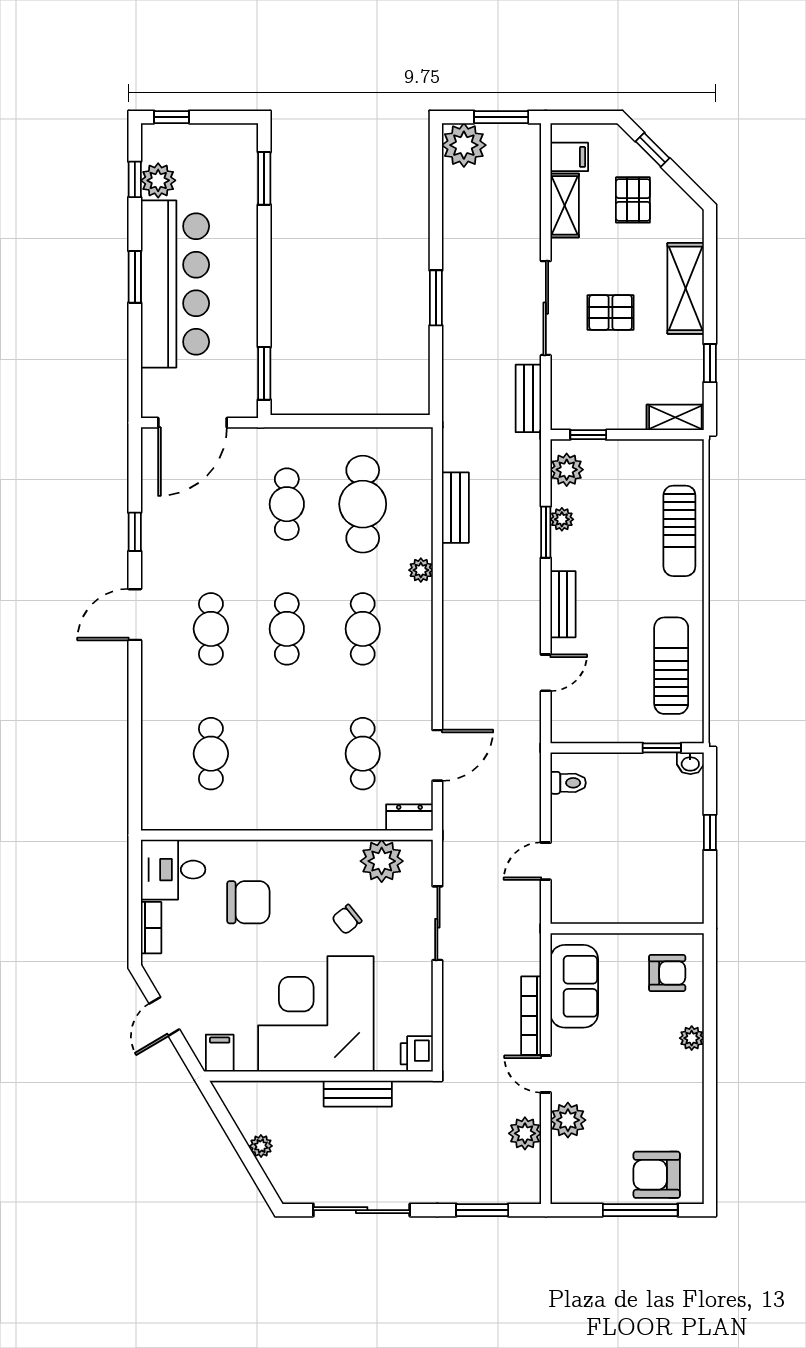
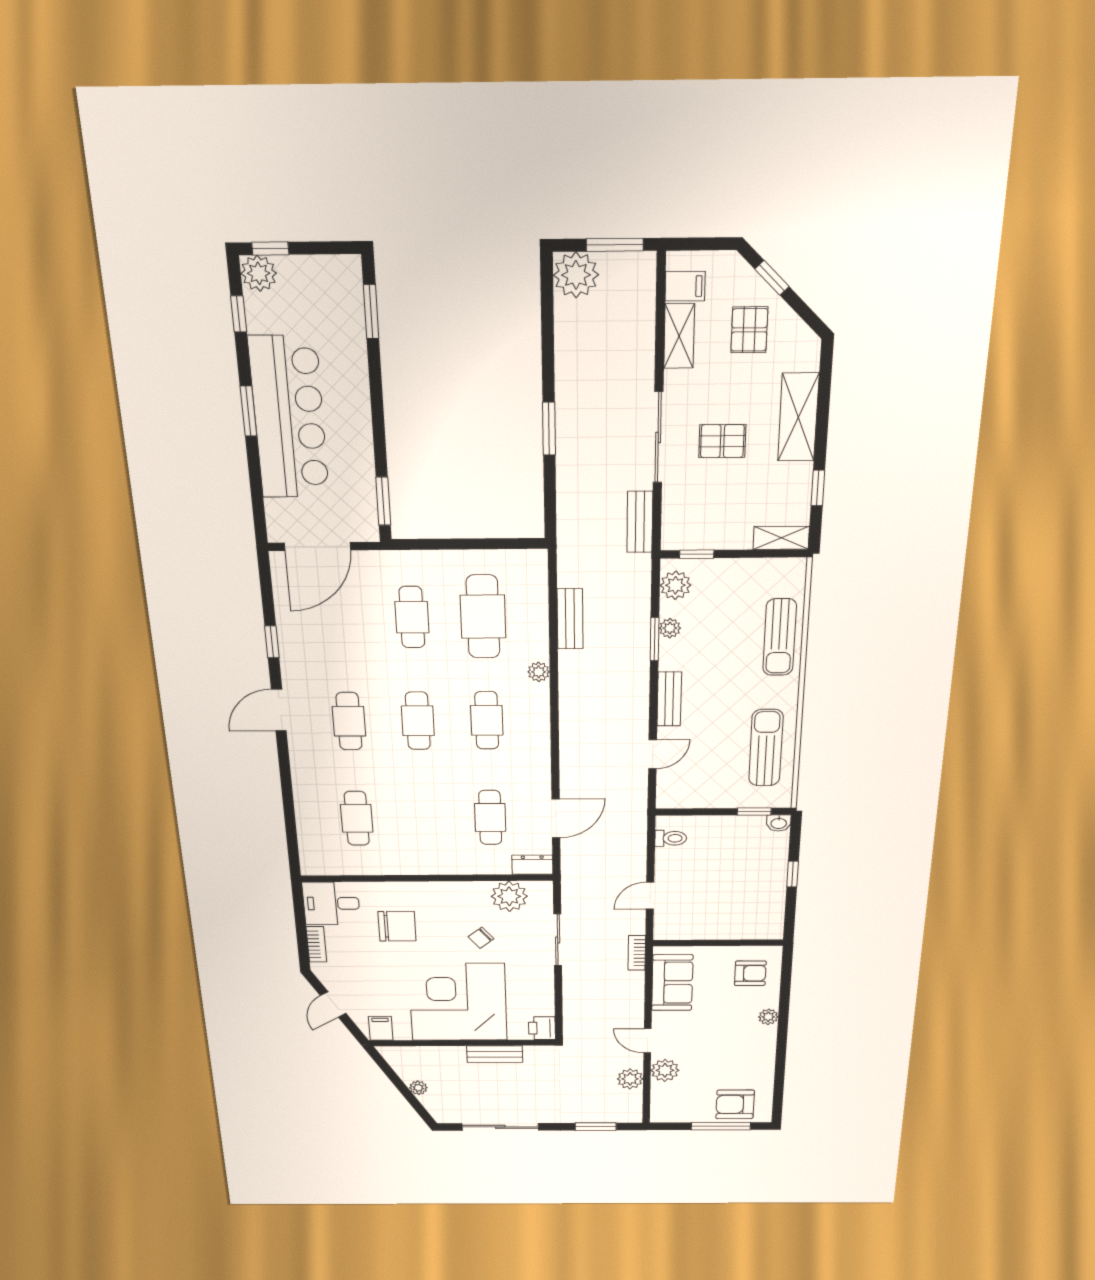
plant: (158, 180) -> (259, 273), moved
bookcase: (531, 1016) -> (637, 953), moved, width x0.64

